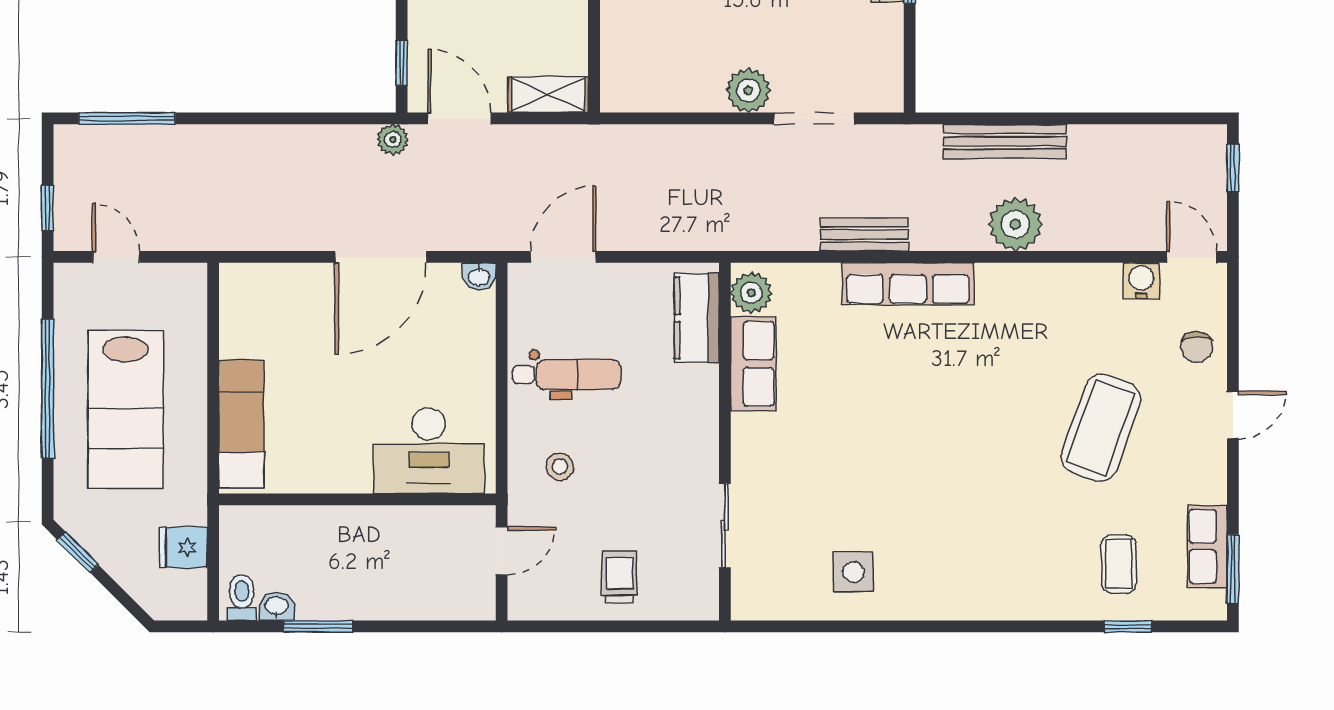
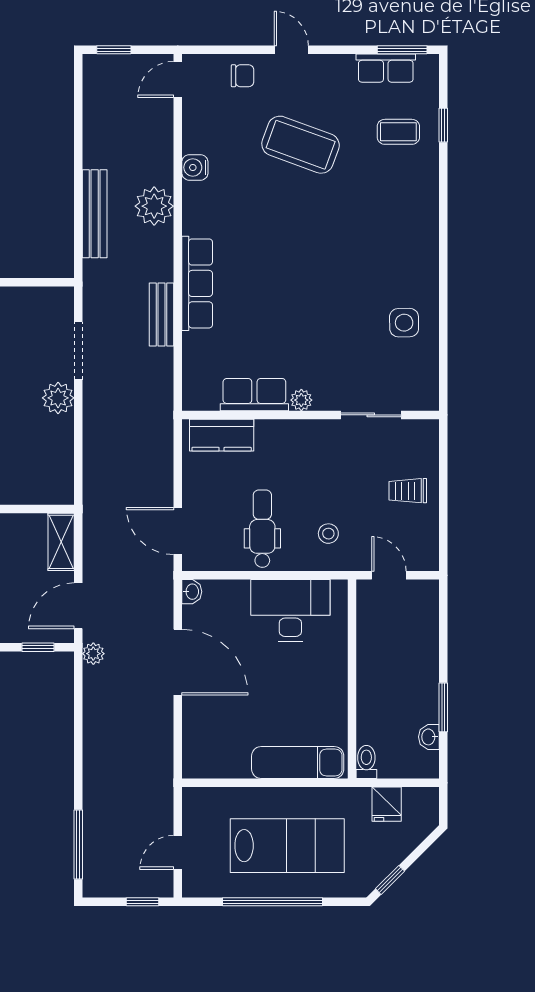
water cooler: (1141, 281) -> (195, 167), moved
plant: (751, 293) -> (301, 400), moved, width x0.73, depth x0.73
desk: (429, 450) -> (290, 610), moved, turned -90
toilet: (242, 597) -> (366, 762), moved, turned 90

